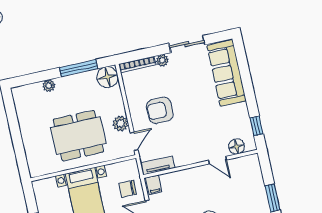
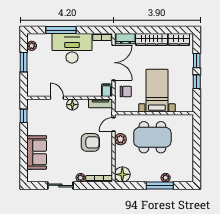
window: (79, 68) -> (160, 185), moved
sofa: (227, 73) -> (37, 152), width x0.73
floor lamp: (237, 146) -> (72, 105), moved

